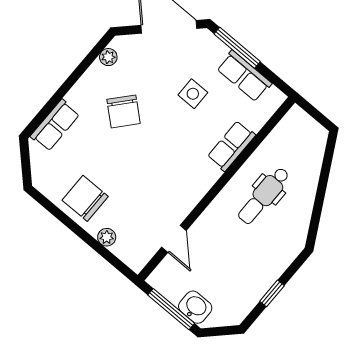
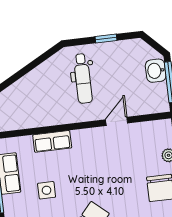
dental chair: (264, 196) -> (83, 78), moved, turned 90
door: (174, 239) -> (117, 121), moved

